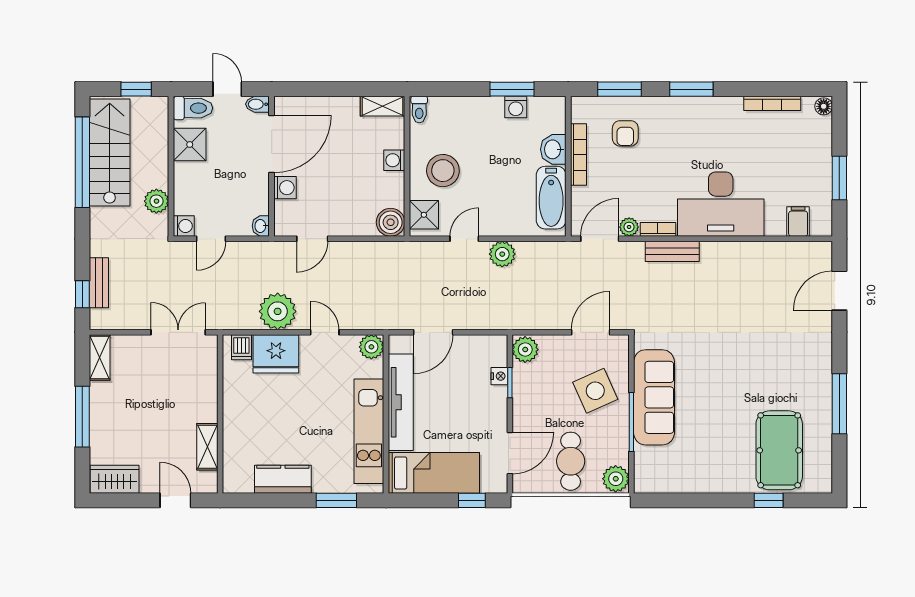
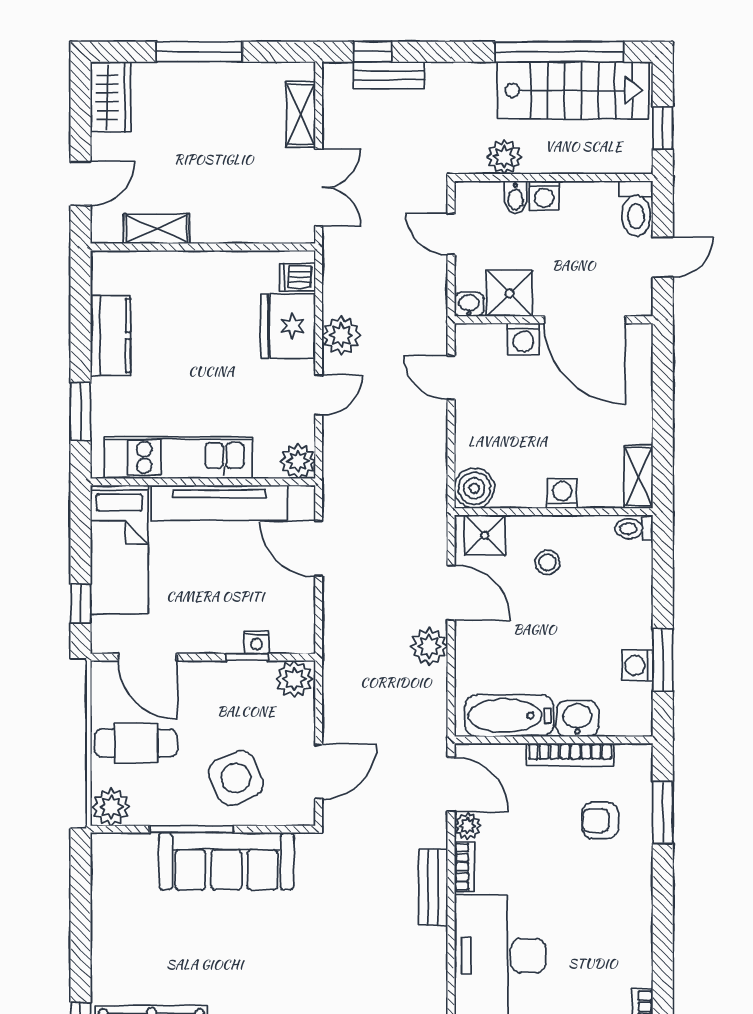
window: (691, 89) -> (663, 914), removed
bidet: (257, 104) -> (515, 197), moved, turned 180
shower: (190, 144) -> (509, 293), moved
stool: (443, 171) -> (547, 562), width x0.53, depth x0.53
washing machine: (184, 226) -> (544, 195), moved
door: (464, 239) -> (451, 593), width x1.38
plant: (278, 311) -> (341, 335), width x0.73, depth x0.73
door: (591, 332) -> (319, 772), hinge flipped
shelving: (100, 358) -> (301, 114), moved, turned 90

